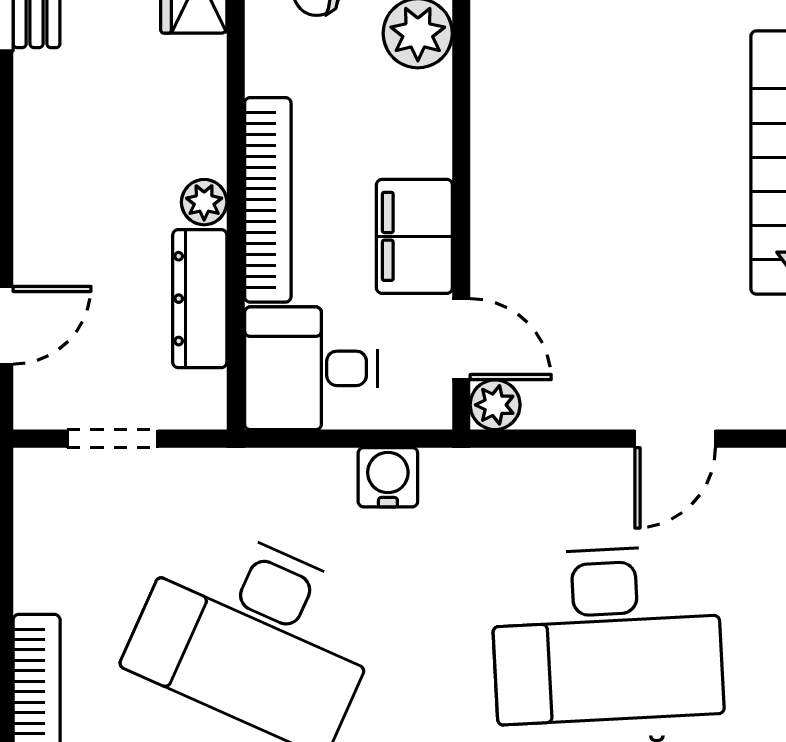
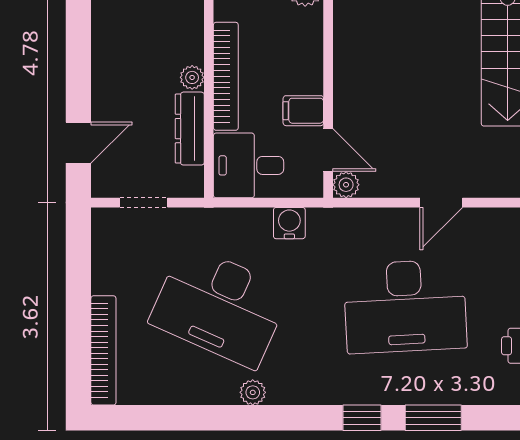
filing cabinet: (414, 236) -> (303, 111), width x0.50

